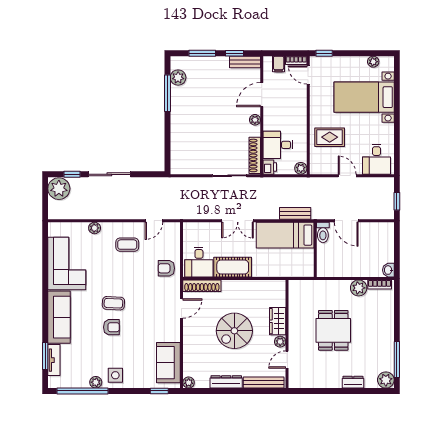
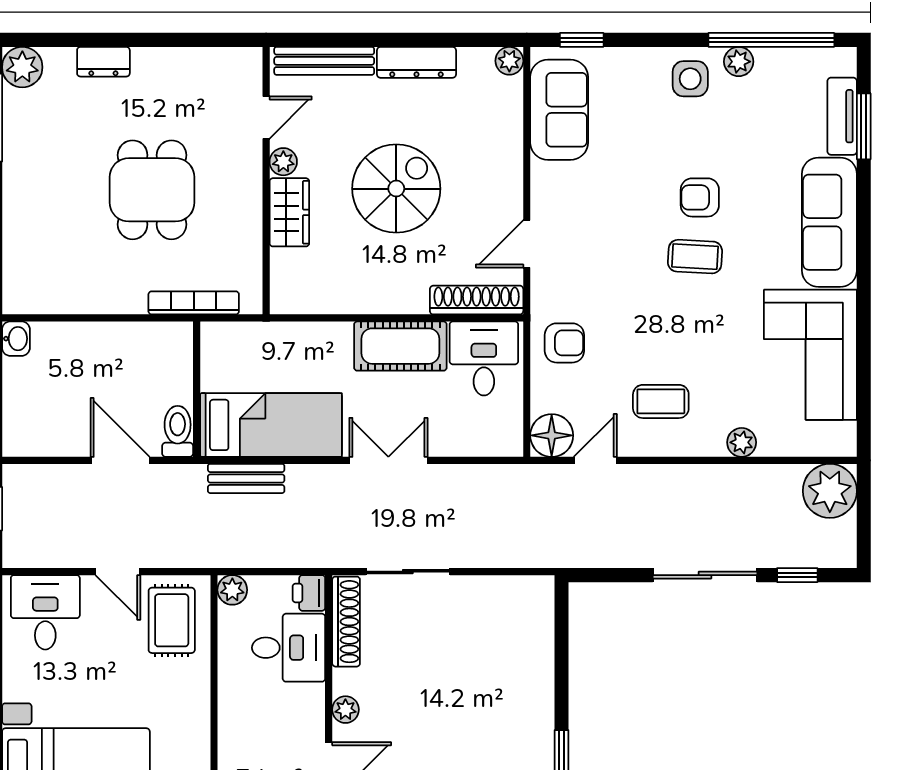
rug: (330, 137) -> (172, 620), moved, turned 90
plant: (59, 189) -> (830, 491), moved
floor lamp: (171, 231) -> (552, 435), added
bookcase: (380, 285) -> (194, 303), moved, width x1.56
plant: (359, 288) -> (89, 294), removed

